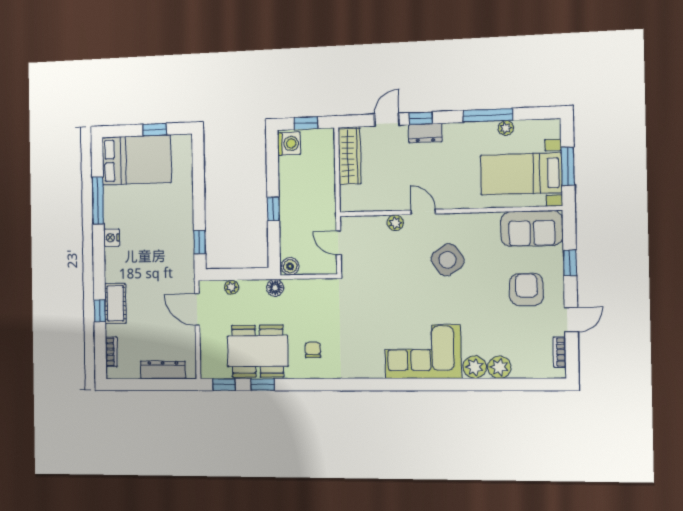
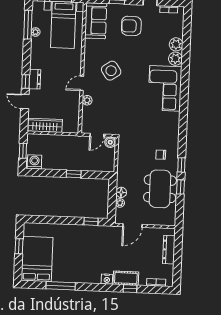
window: (488, 115) -> (28, 25), moved
nightstand: (112, 238) -> (107, 279), moved
boiler: (290, 266) -> (110, 142), moved
floor lamp: (275, 288) -> (121, 192), moved
window: (224, 385) -> (181, 165), moved

